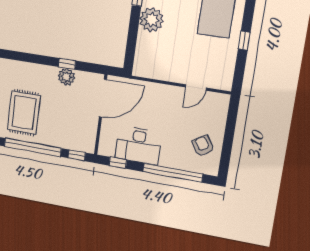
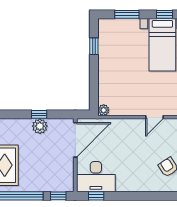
plant: (152, 20) -> (104, 110), moved, width x0.53, depth x0.53
desk: (138, 145) -> (96, 177), moved
window: (173, 173) -> (146, 196), removed

